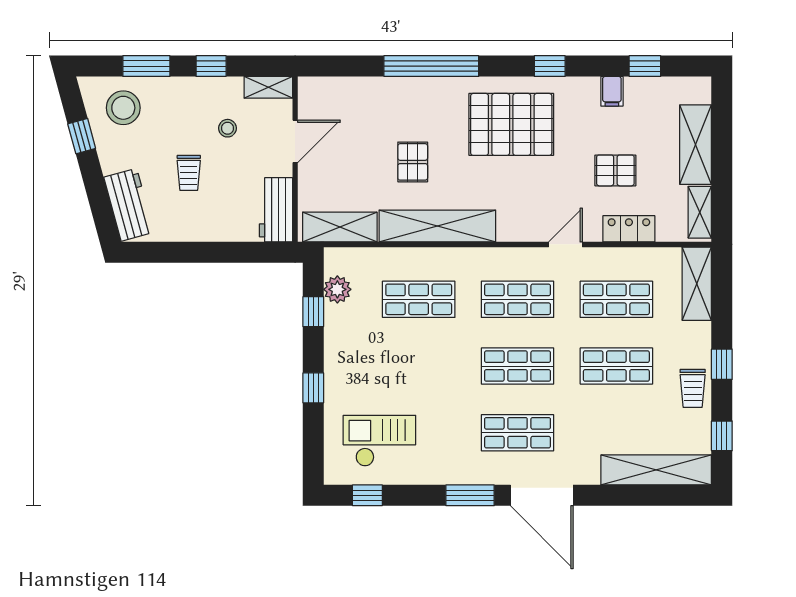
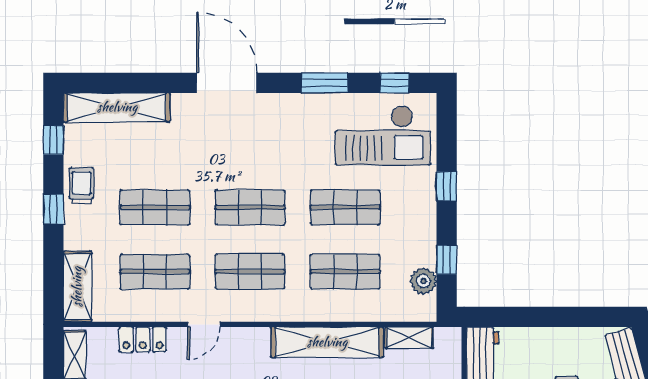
shelving: (340, 227) -> (409, 338), width x0.67, depth x0.75
shop shelf: (518, 433) -> (345, 207), moved
checkout: (379, 441) -> (383, 135), width x1.36, depth x1.21
window: (470, 495) -> (325, 83), moved

